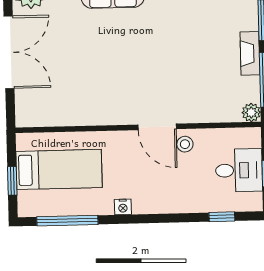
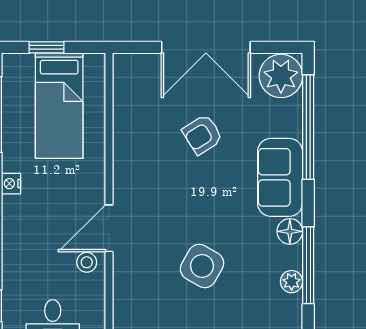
side table: (186, 51) -> (202, 266), added
armchair: (80, 53) -> (202, 135), added

